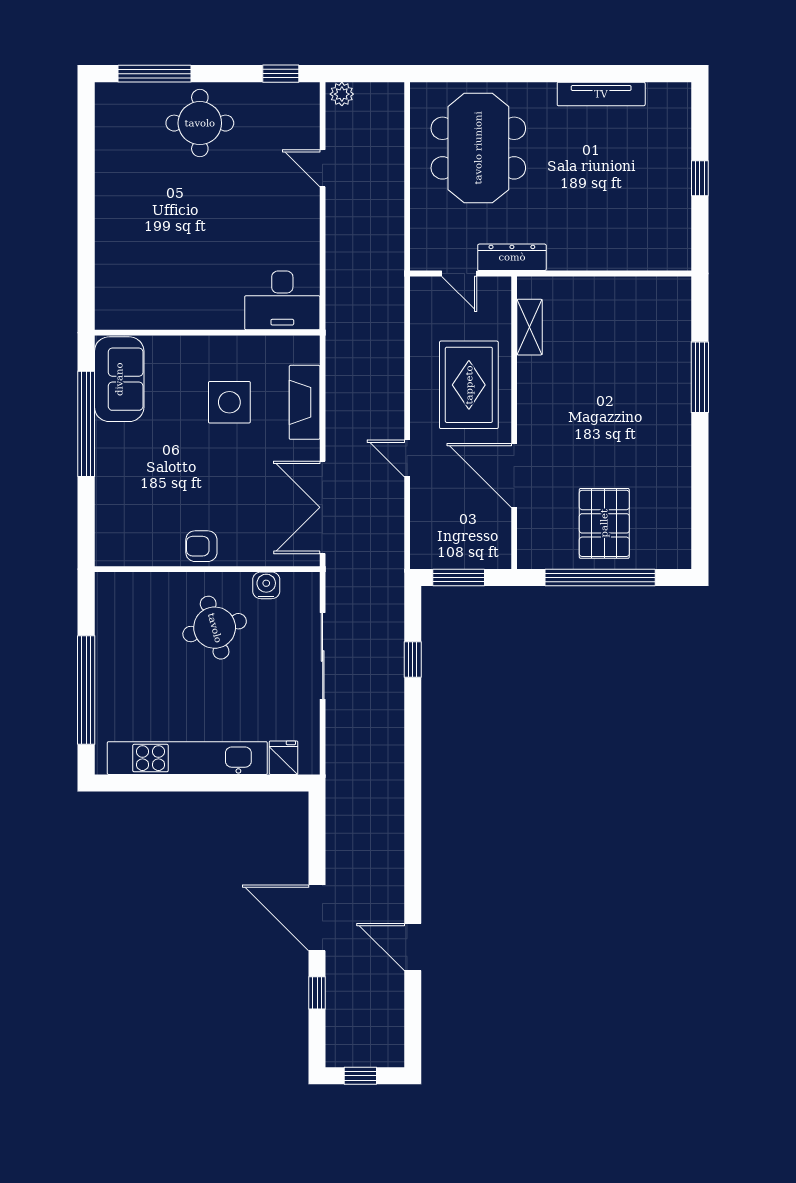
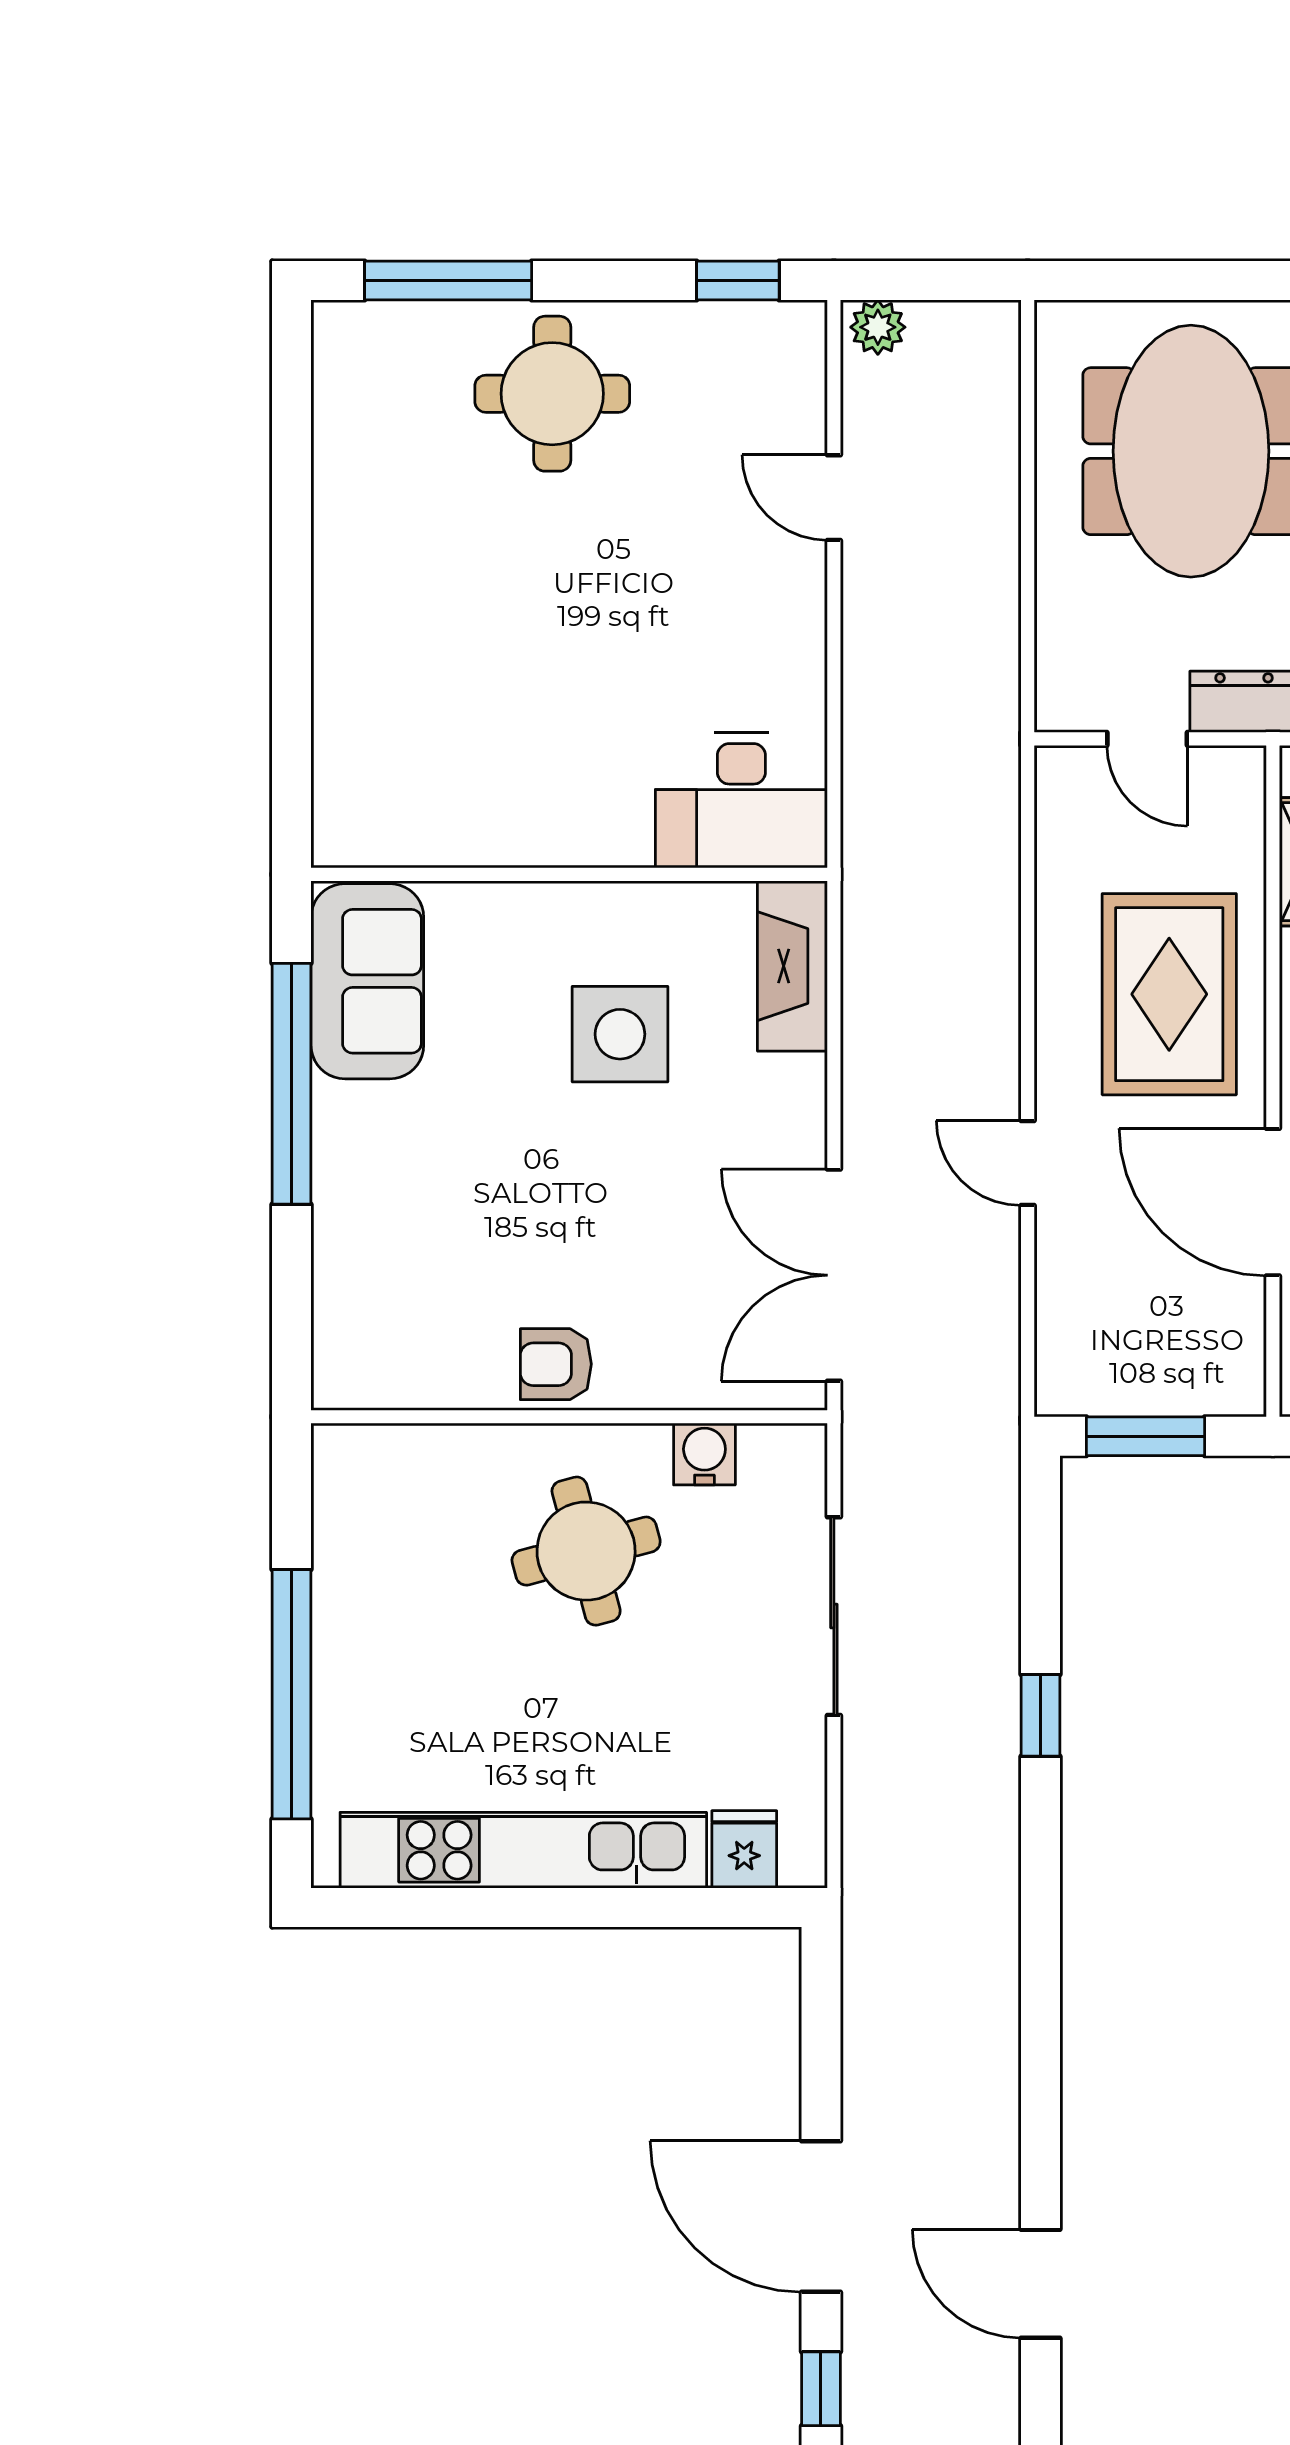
fireplace: (305, 402) -> (792, 966), moved
window: (413, 660) -> (1041, 1715), moved

